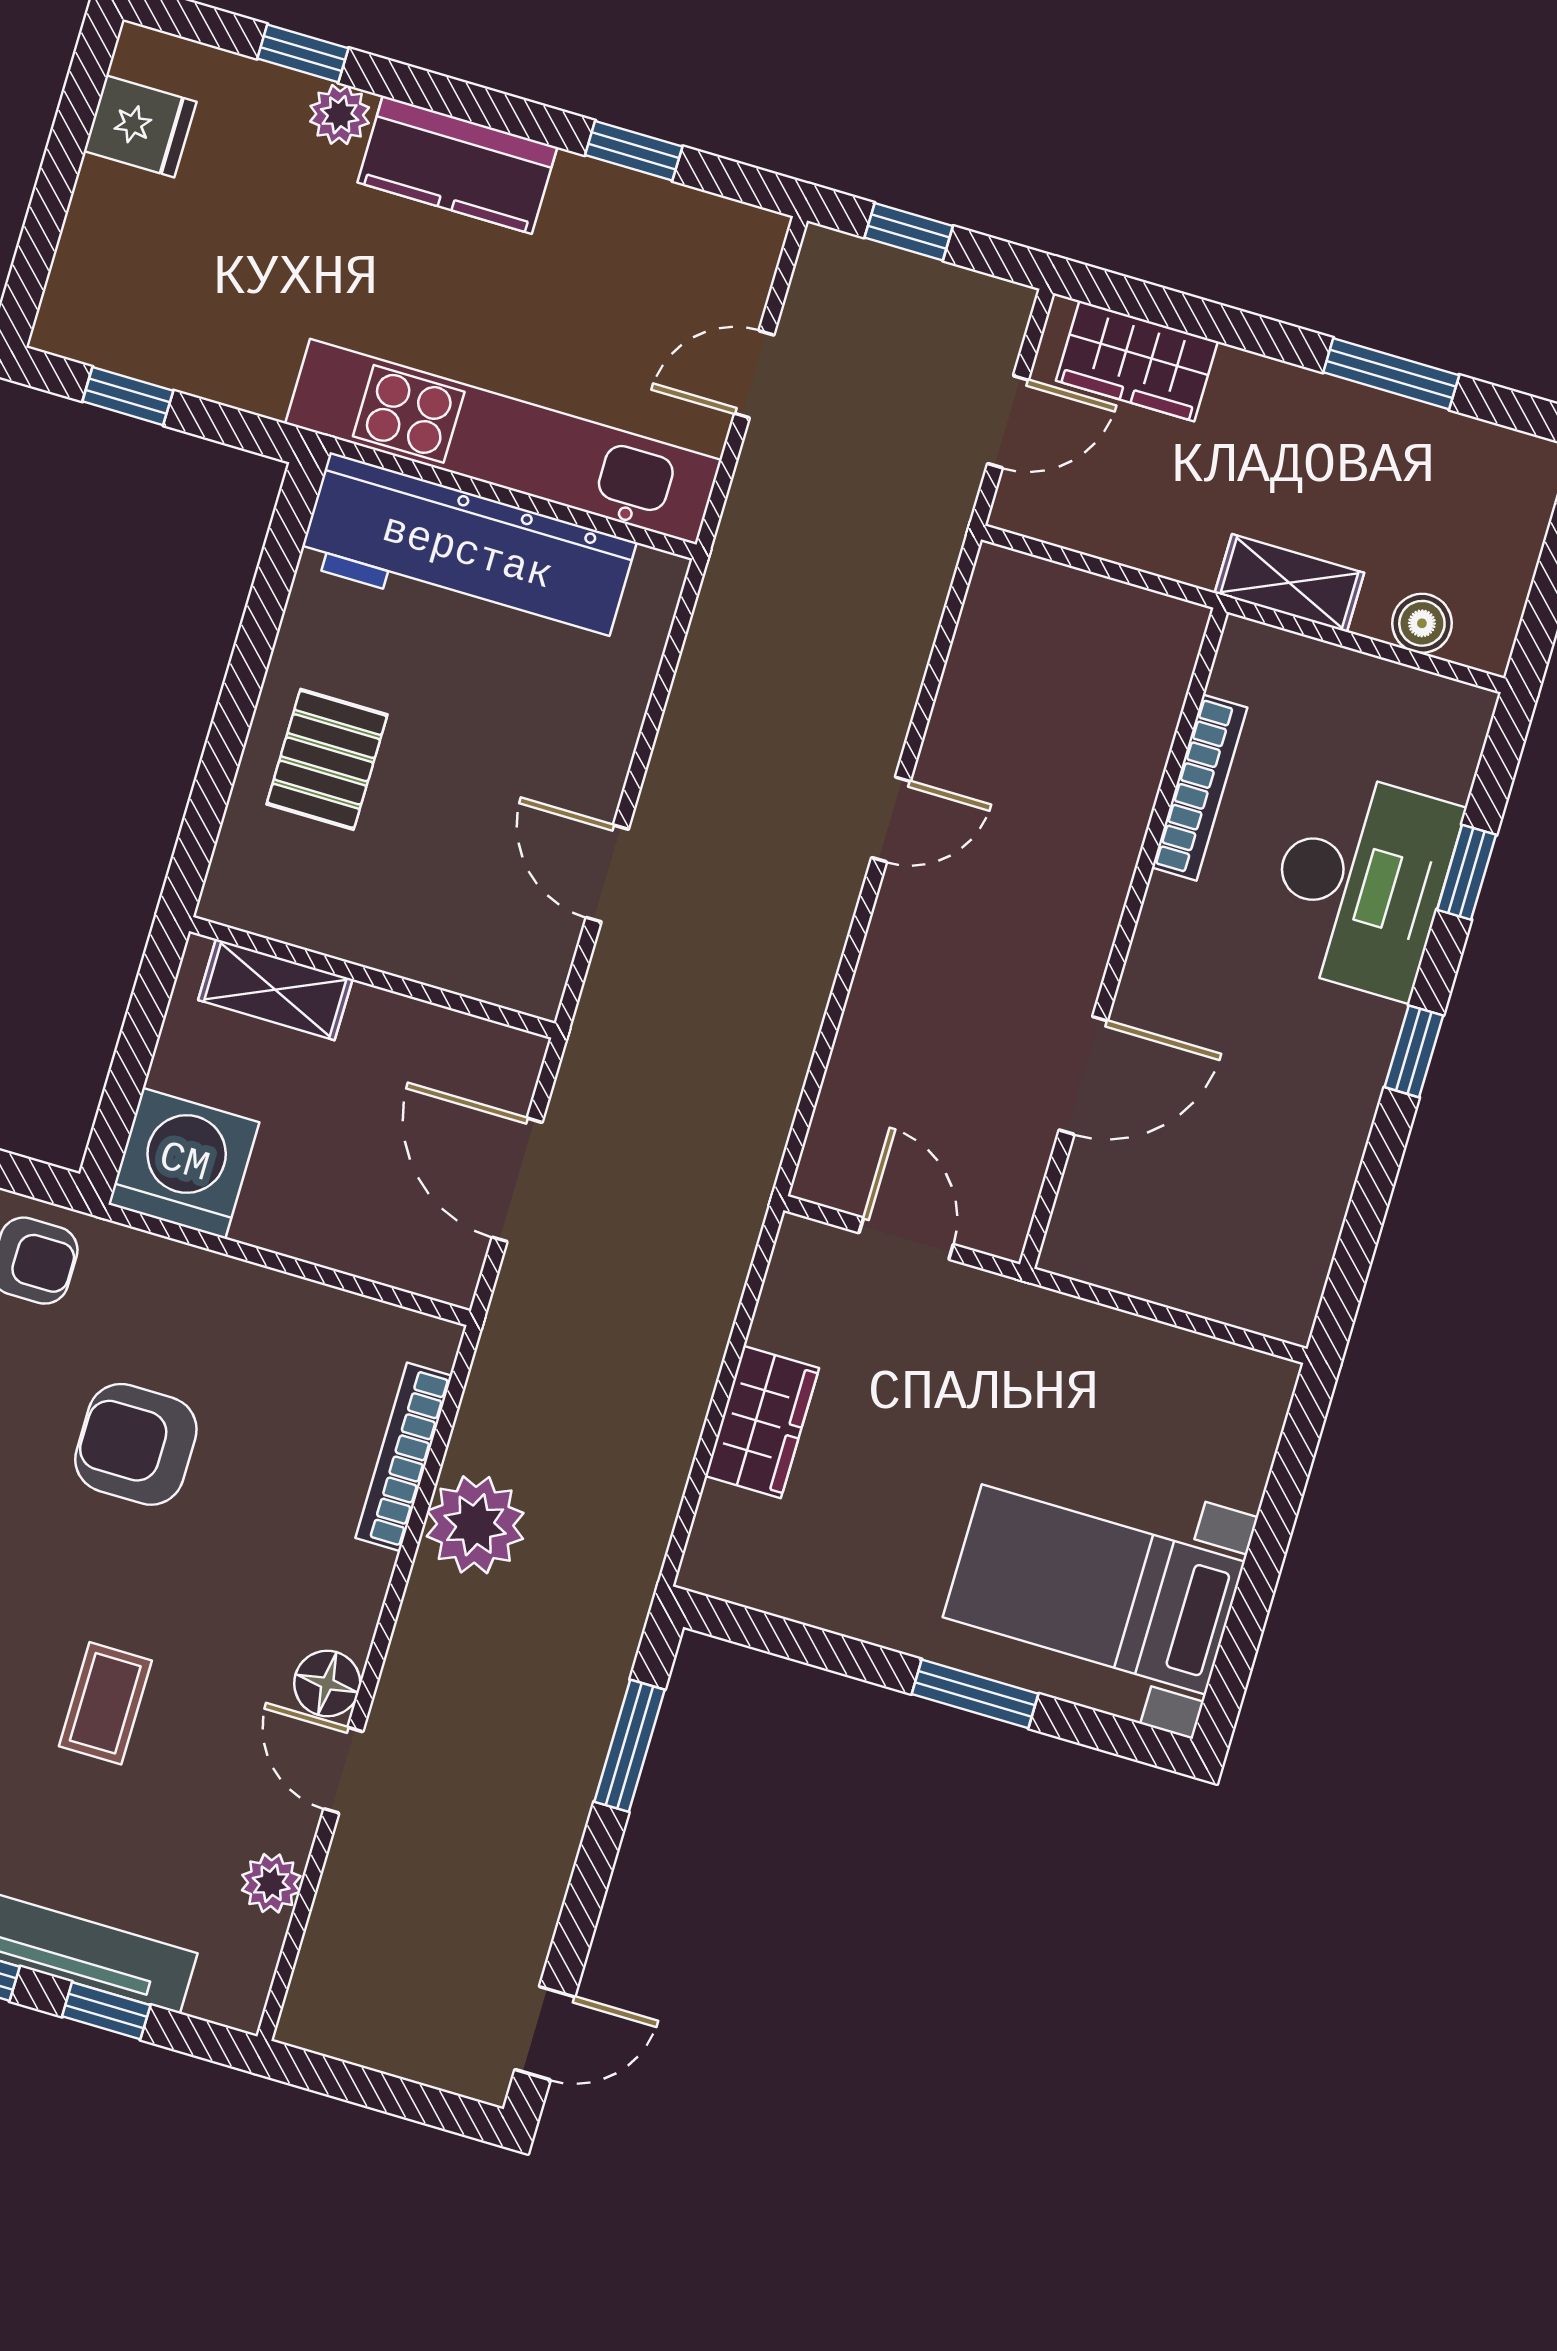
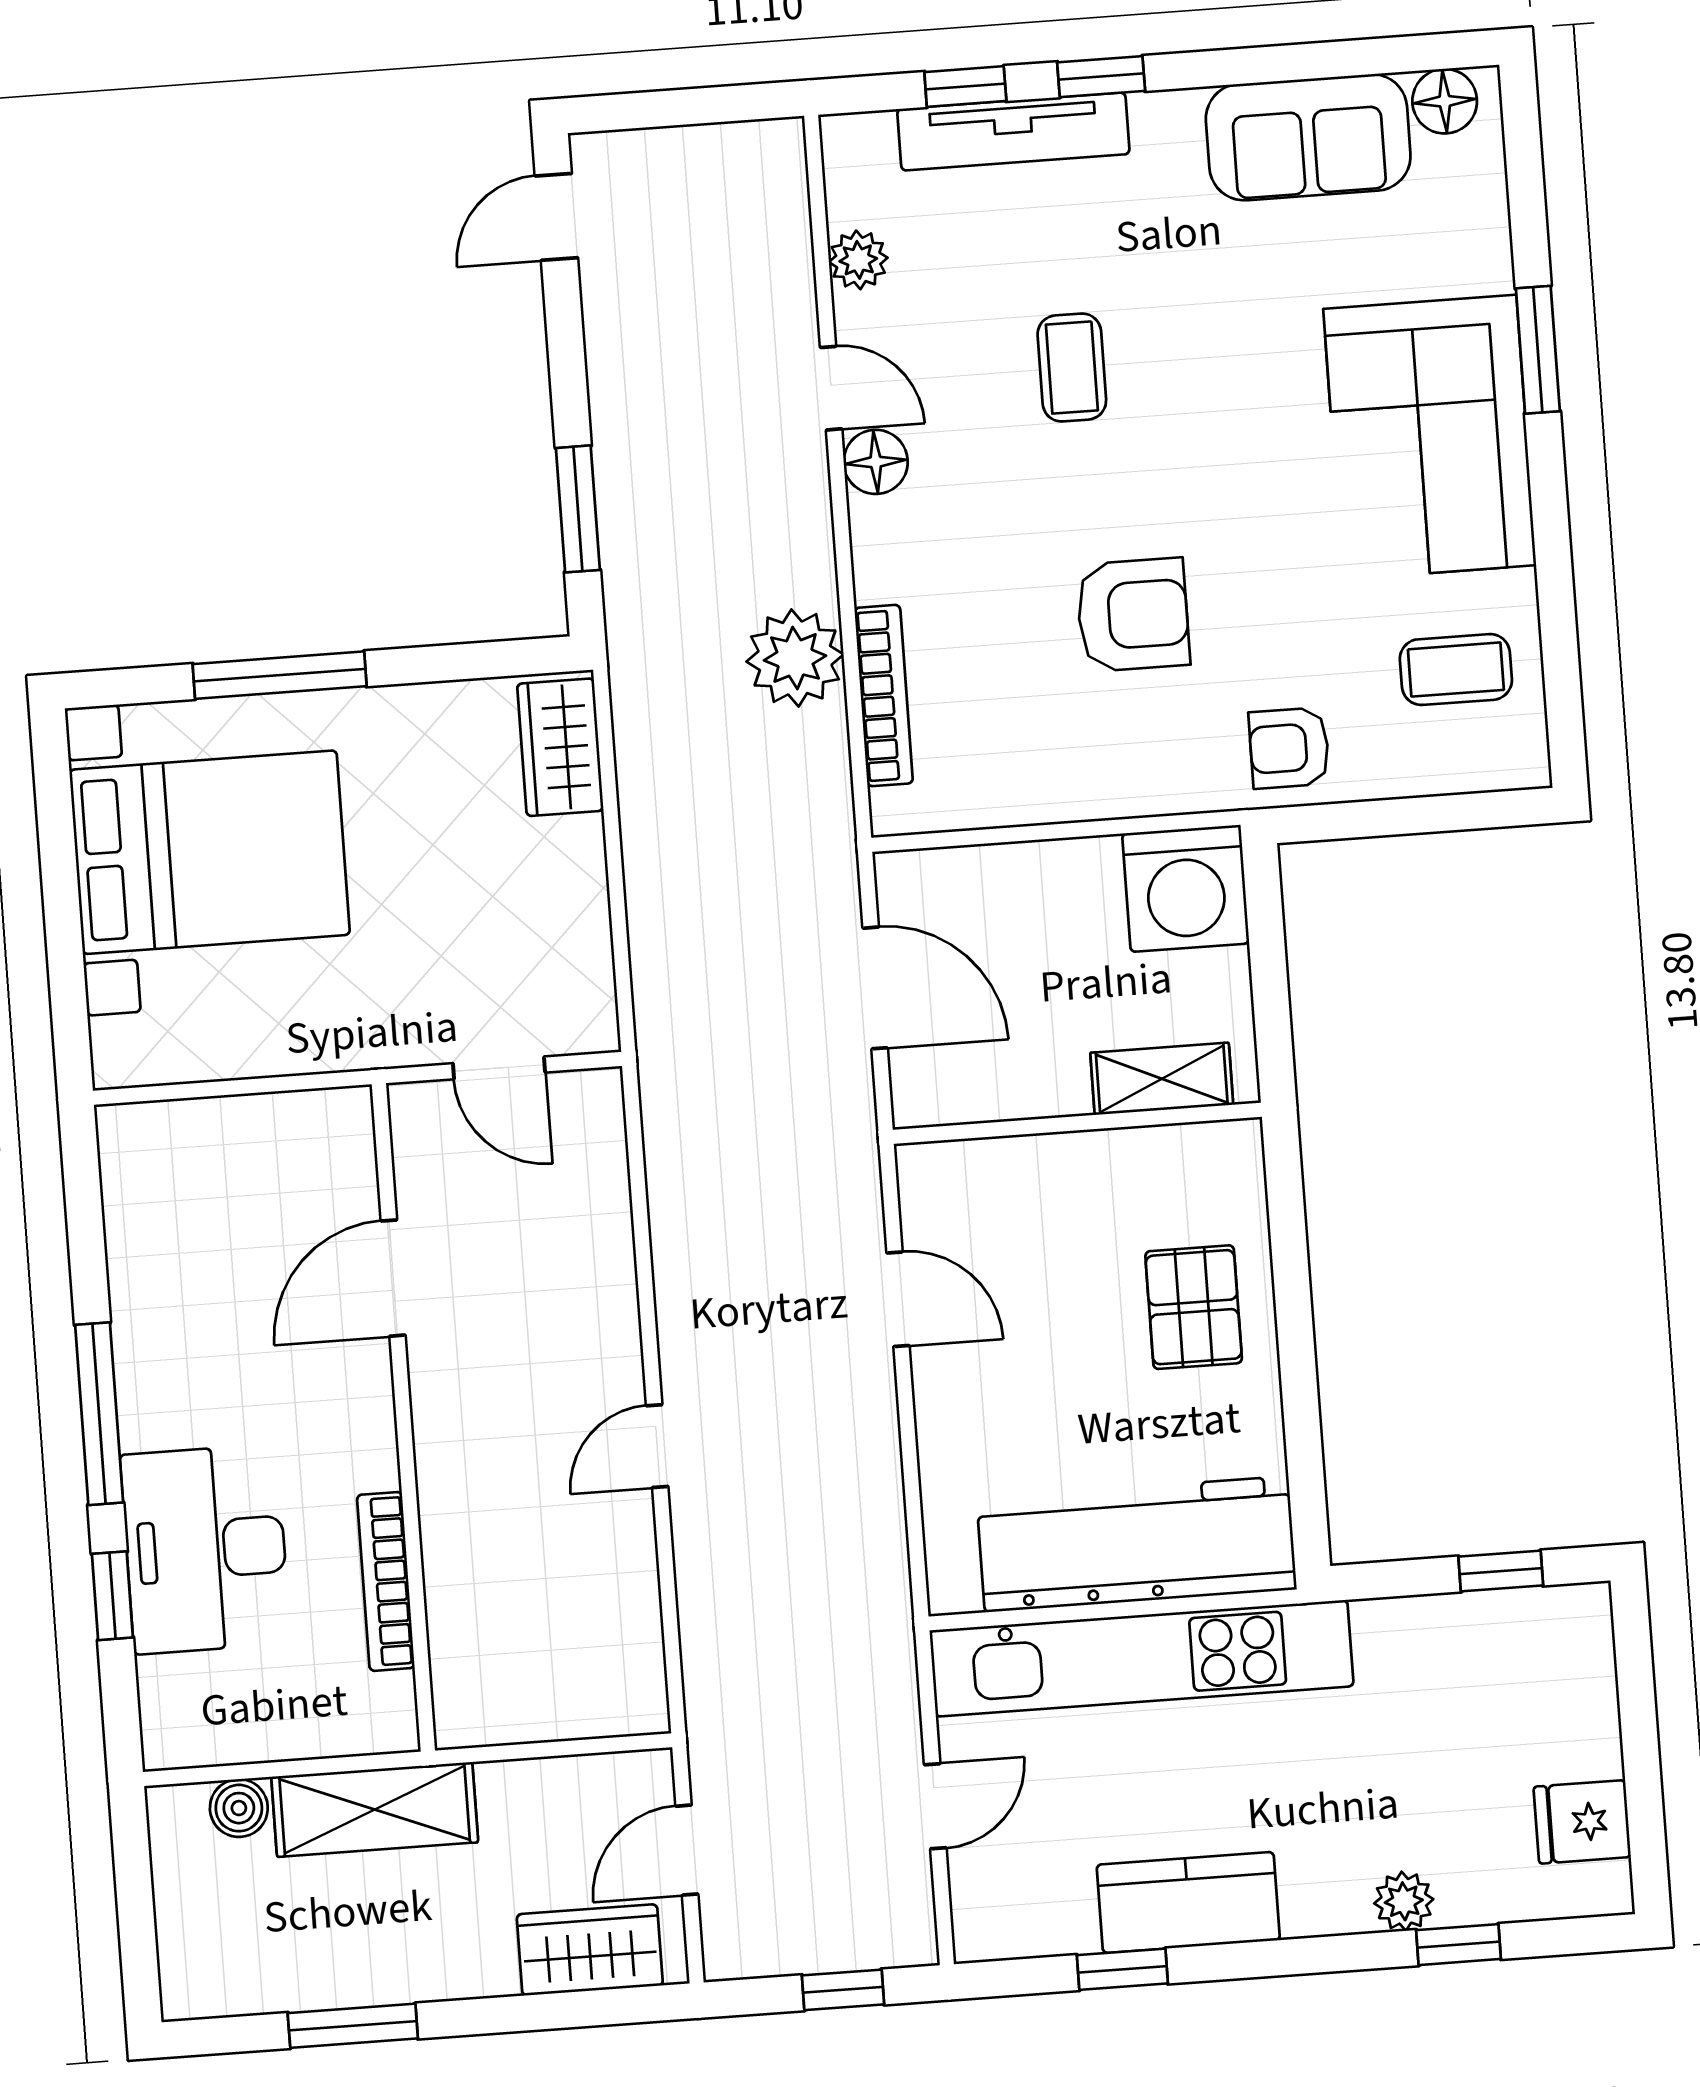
kitchen counter: (457, 165) -> (1188, 1902), moved
shelving: (1289, 583) -> (375, 1809), width x1.50, depth x1.33
window: (1414, 1051) -> (99, 1414), width x2.17
wardrobe: (762, 1422) -> (560, 747), moved
bed with nightstands: (1094, 1590) -> (210, 852), width x1.36
window: (975, 1694) -> (280, 675), width x1.44

